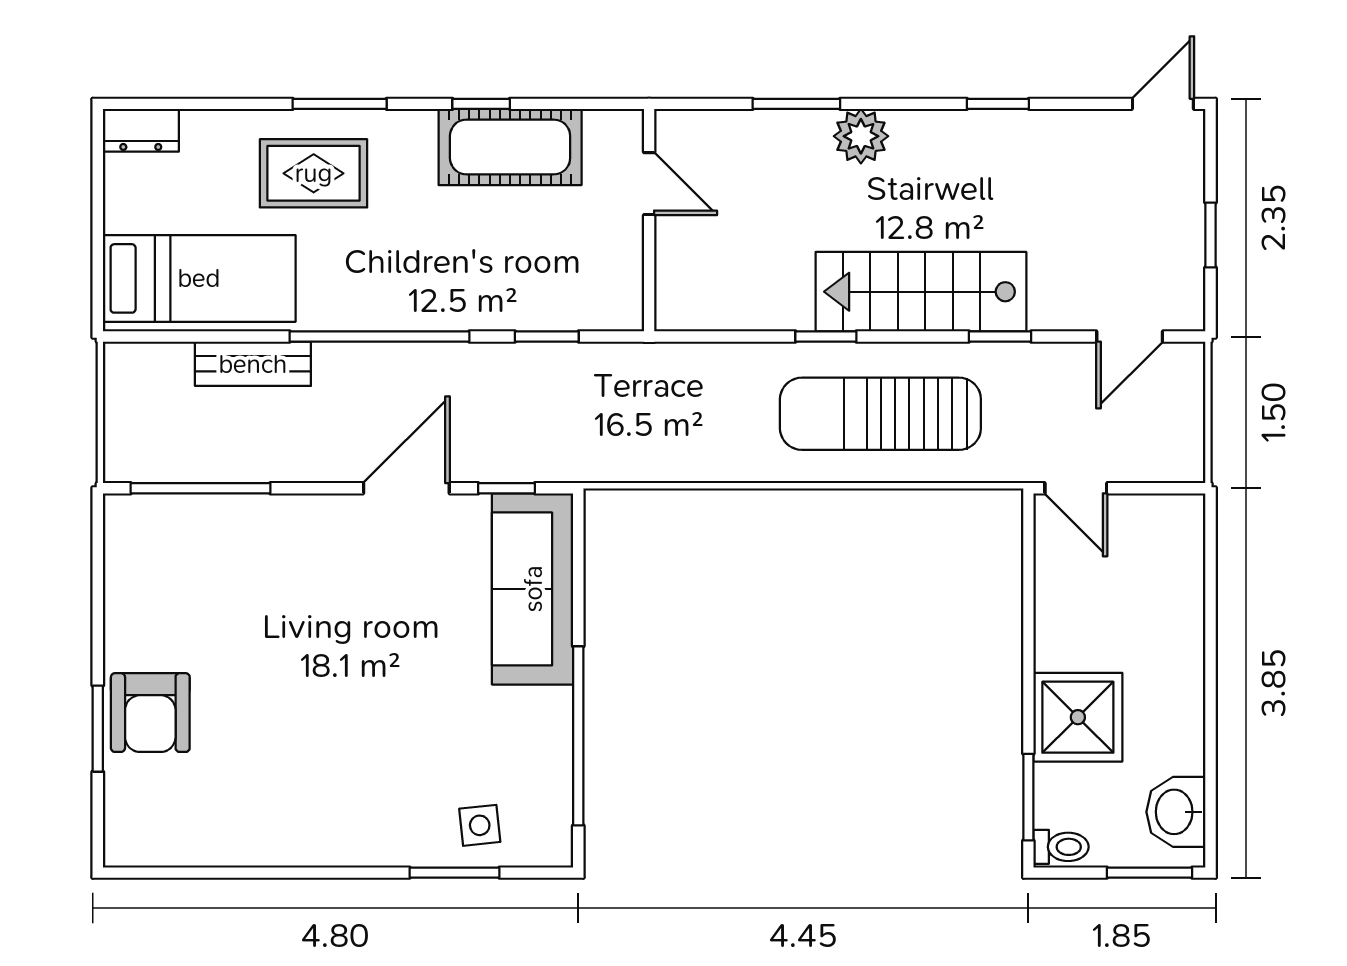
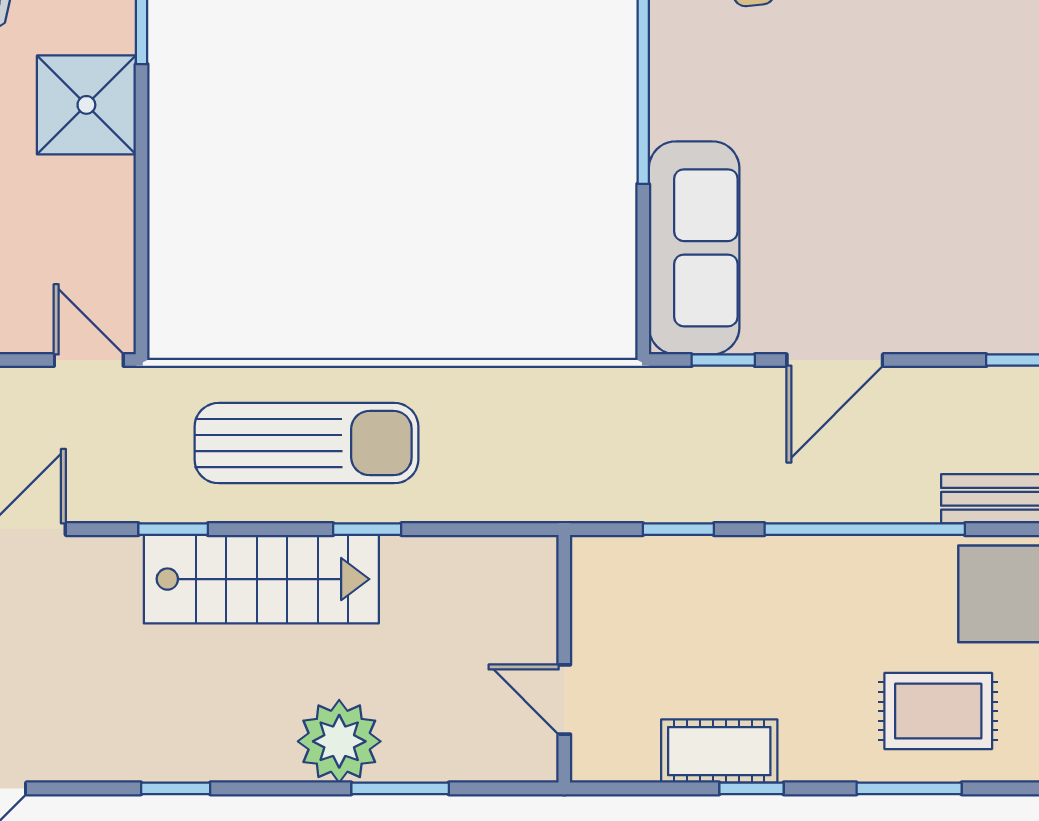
plant: (861, 136) -> (339, 741), width x1.36, depth x1.36
cot: (510, 147) -> (719, 751), width x0.73, depth x0.75

